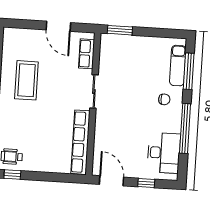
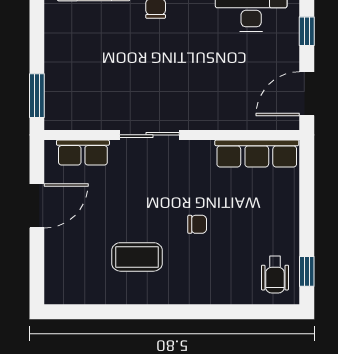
coffee table: (26, 80) -> (137, 257), width x0.73, depth x0.76
chair: (42, 115) -> (197, 224), added
row of seats: (80, 142) -> (257, 153), width x0.73

